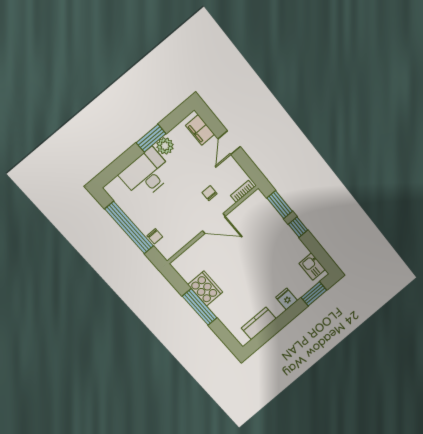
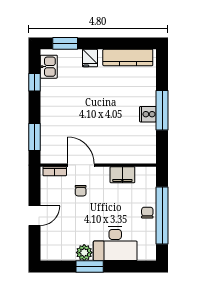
filing cabinet: (200, 130) -> (122, 175), moved, turned 90
door: (214, 224) -> (81, 165), moved
window: (298, 227) -> (35, 82), moved
chair: (155, 236) -> (147, 213), moved
cooker: (205, 288) -> (148, 114), width x0.53, depth x0.76
kitchen counter: (259, 323) -> (128, 57), width x1.50

